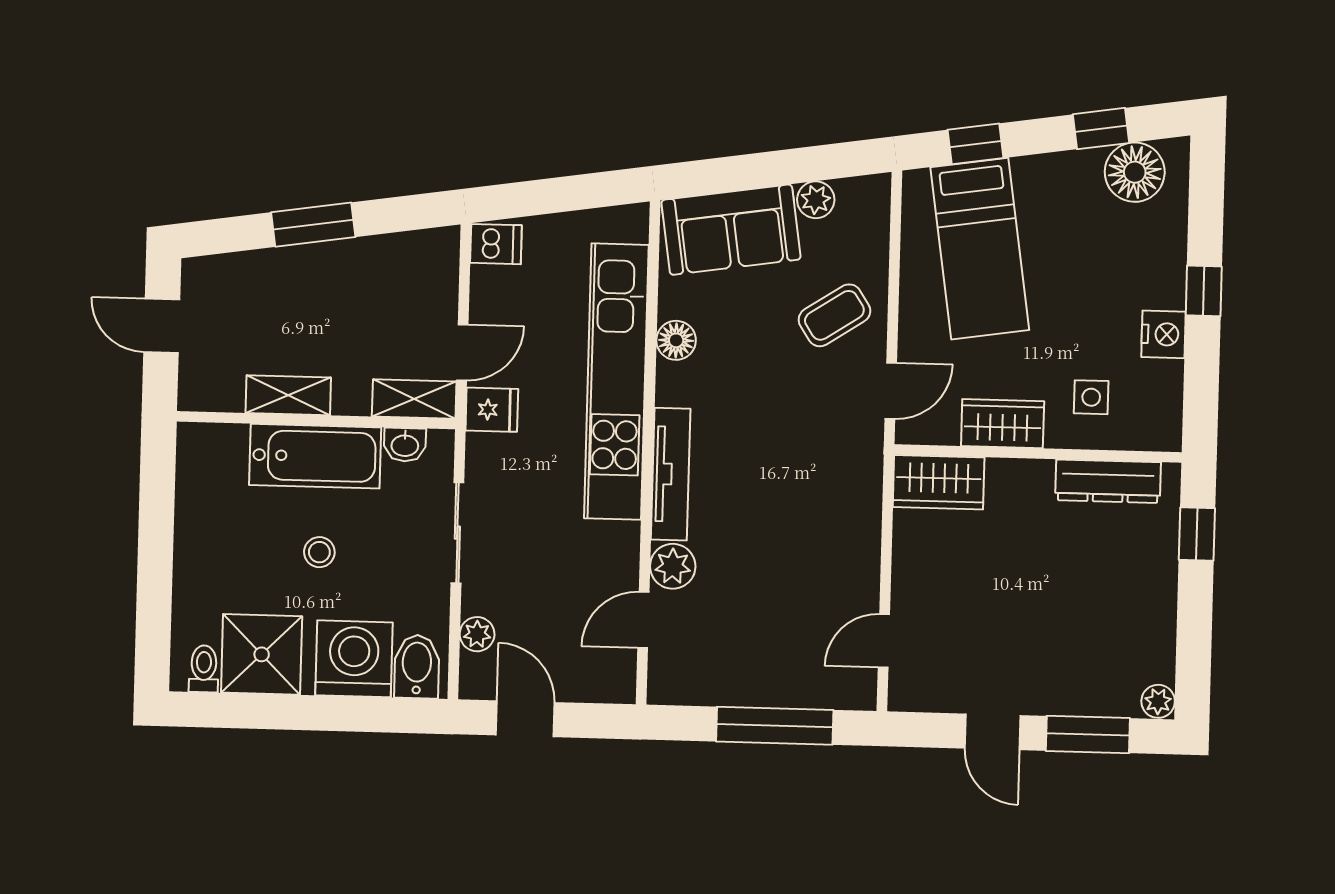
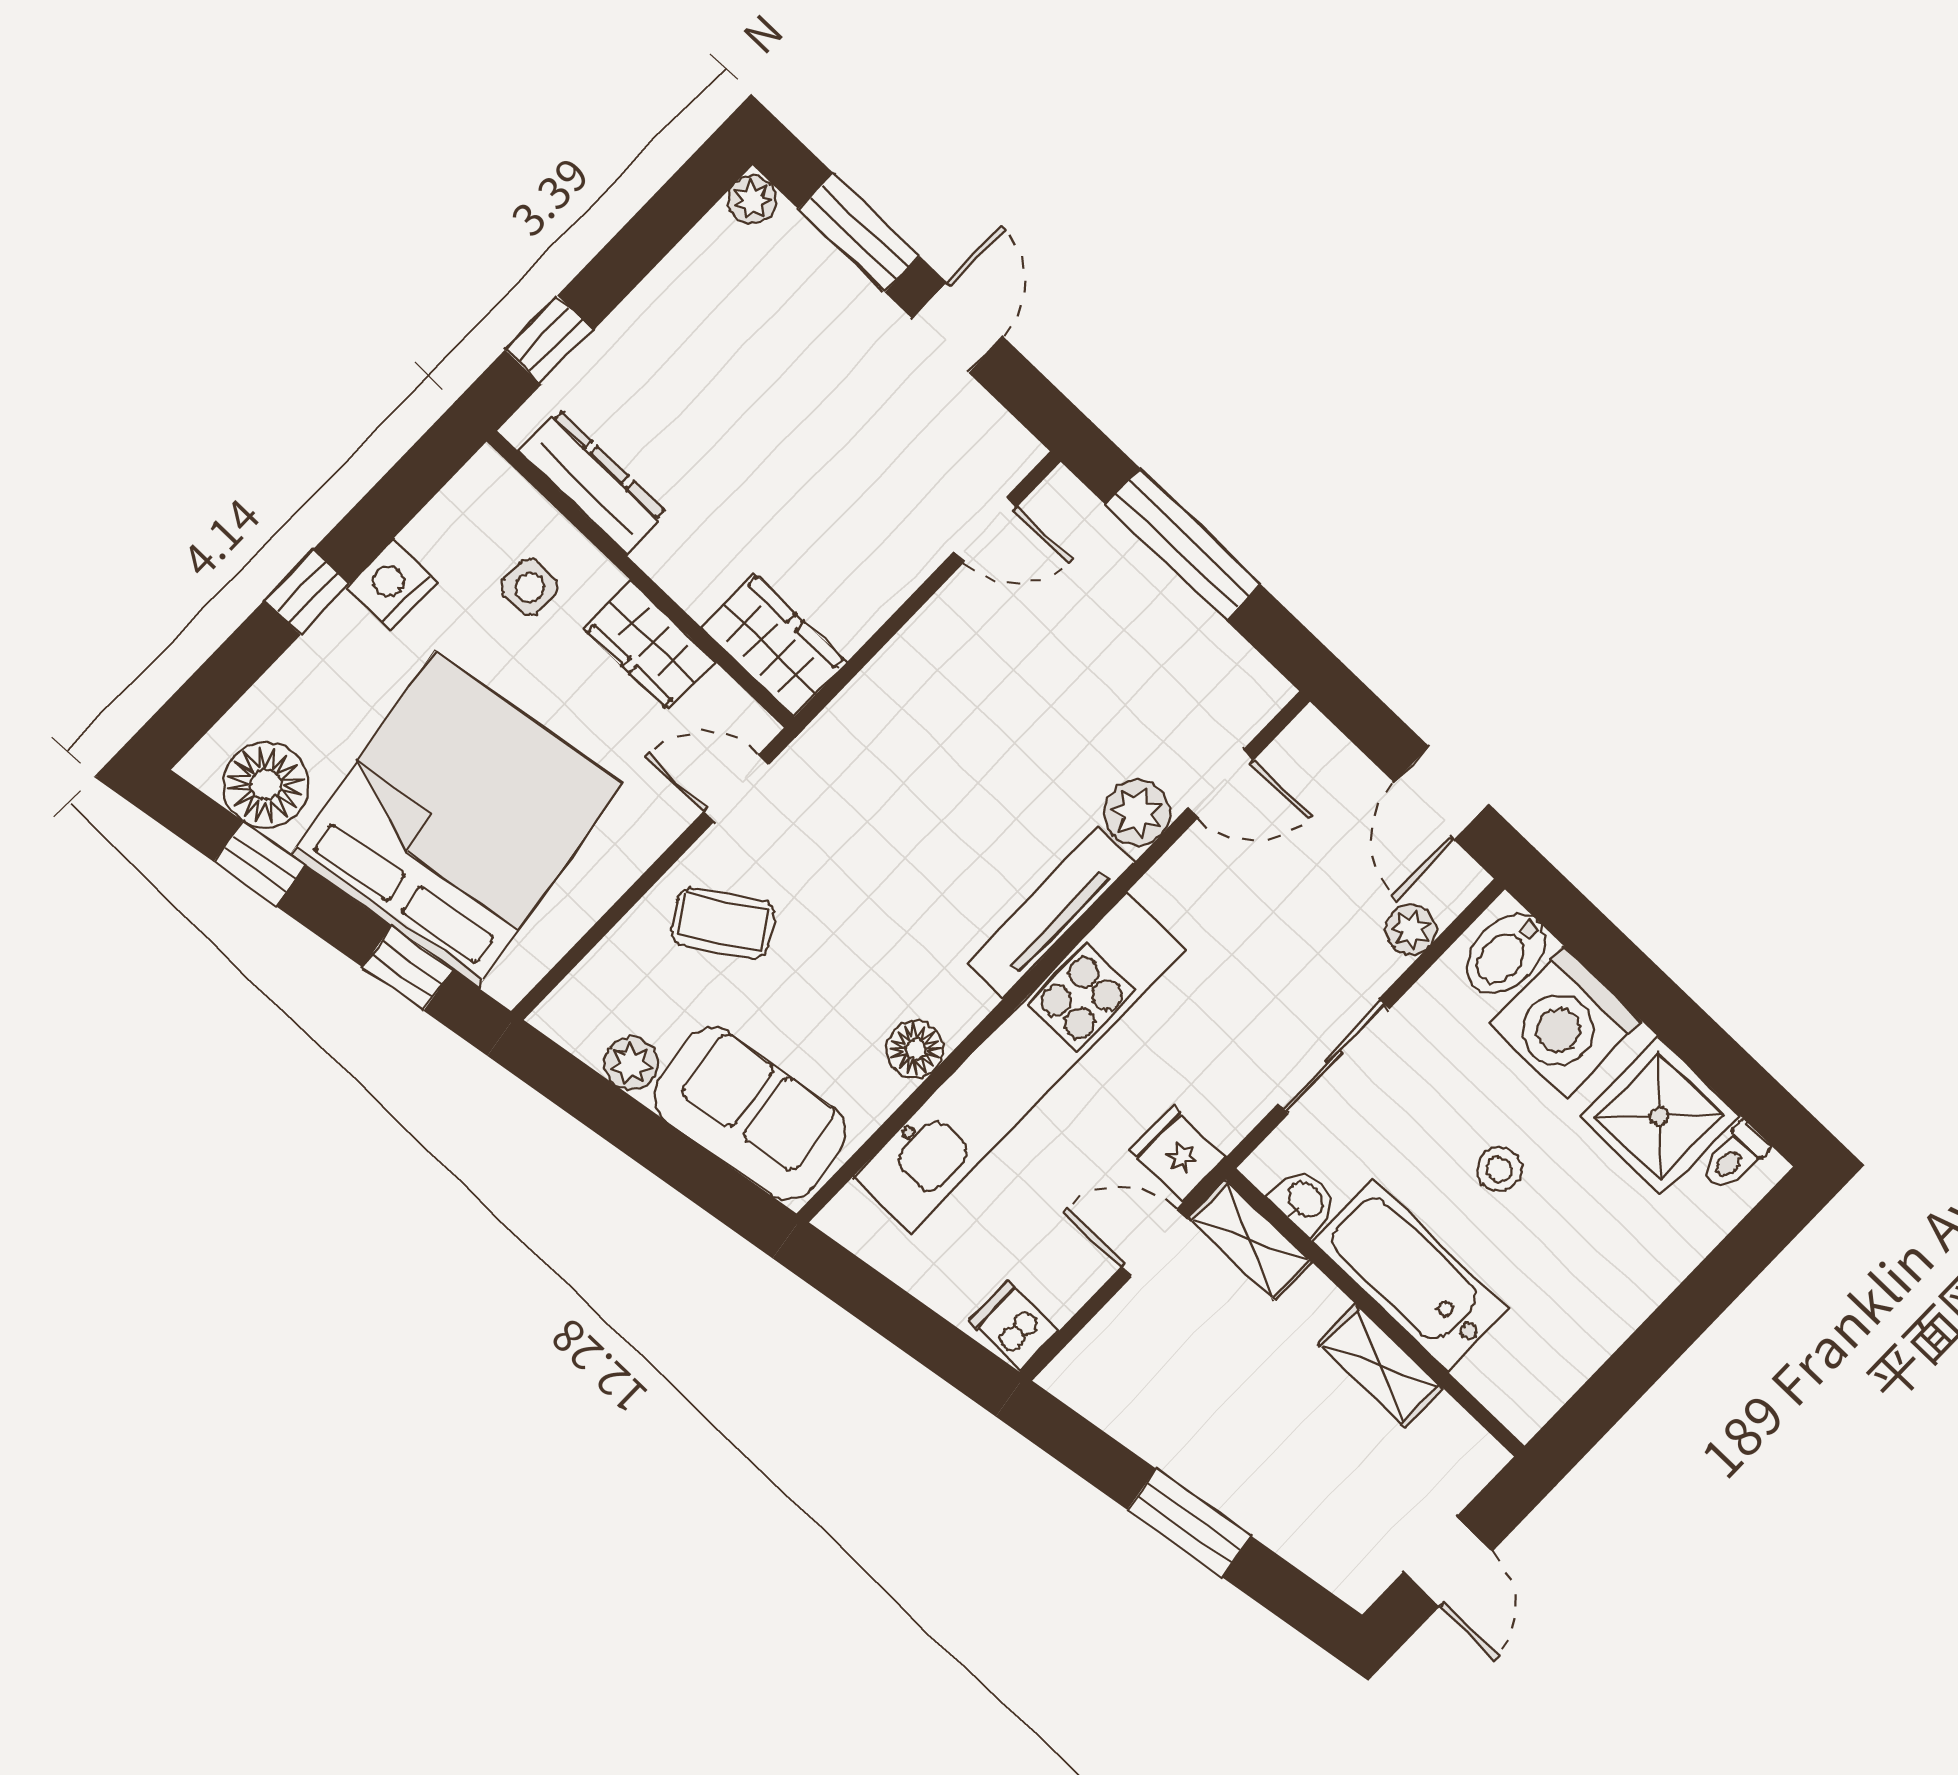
bed: (980, 249) -> (456, 819), width x2.04

